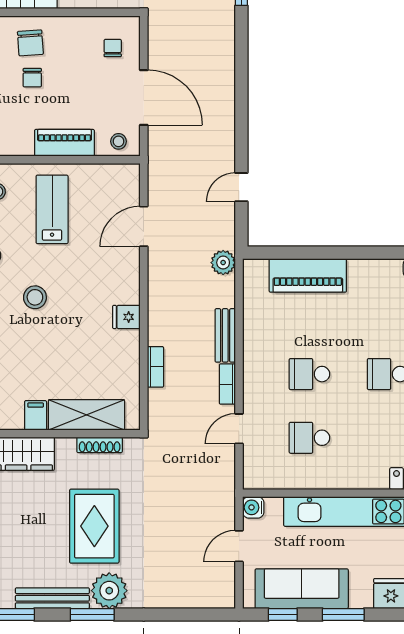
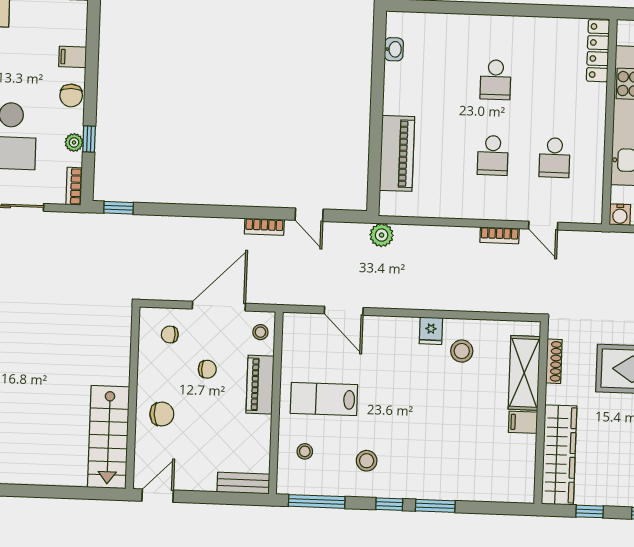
chair: (32, 78) -> (207, 369), moved
stool: (35, 297) -> (462, 351), moved
bench: (225, 335) -> (452, 236), removed
bookcase: (155, 367) -> (264, 227), moved, turned 180

